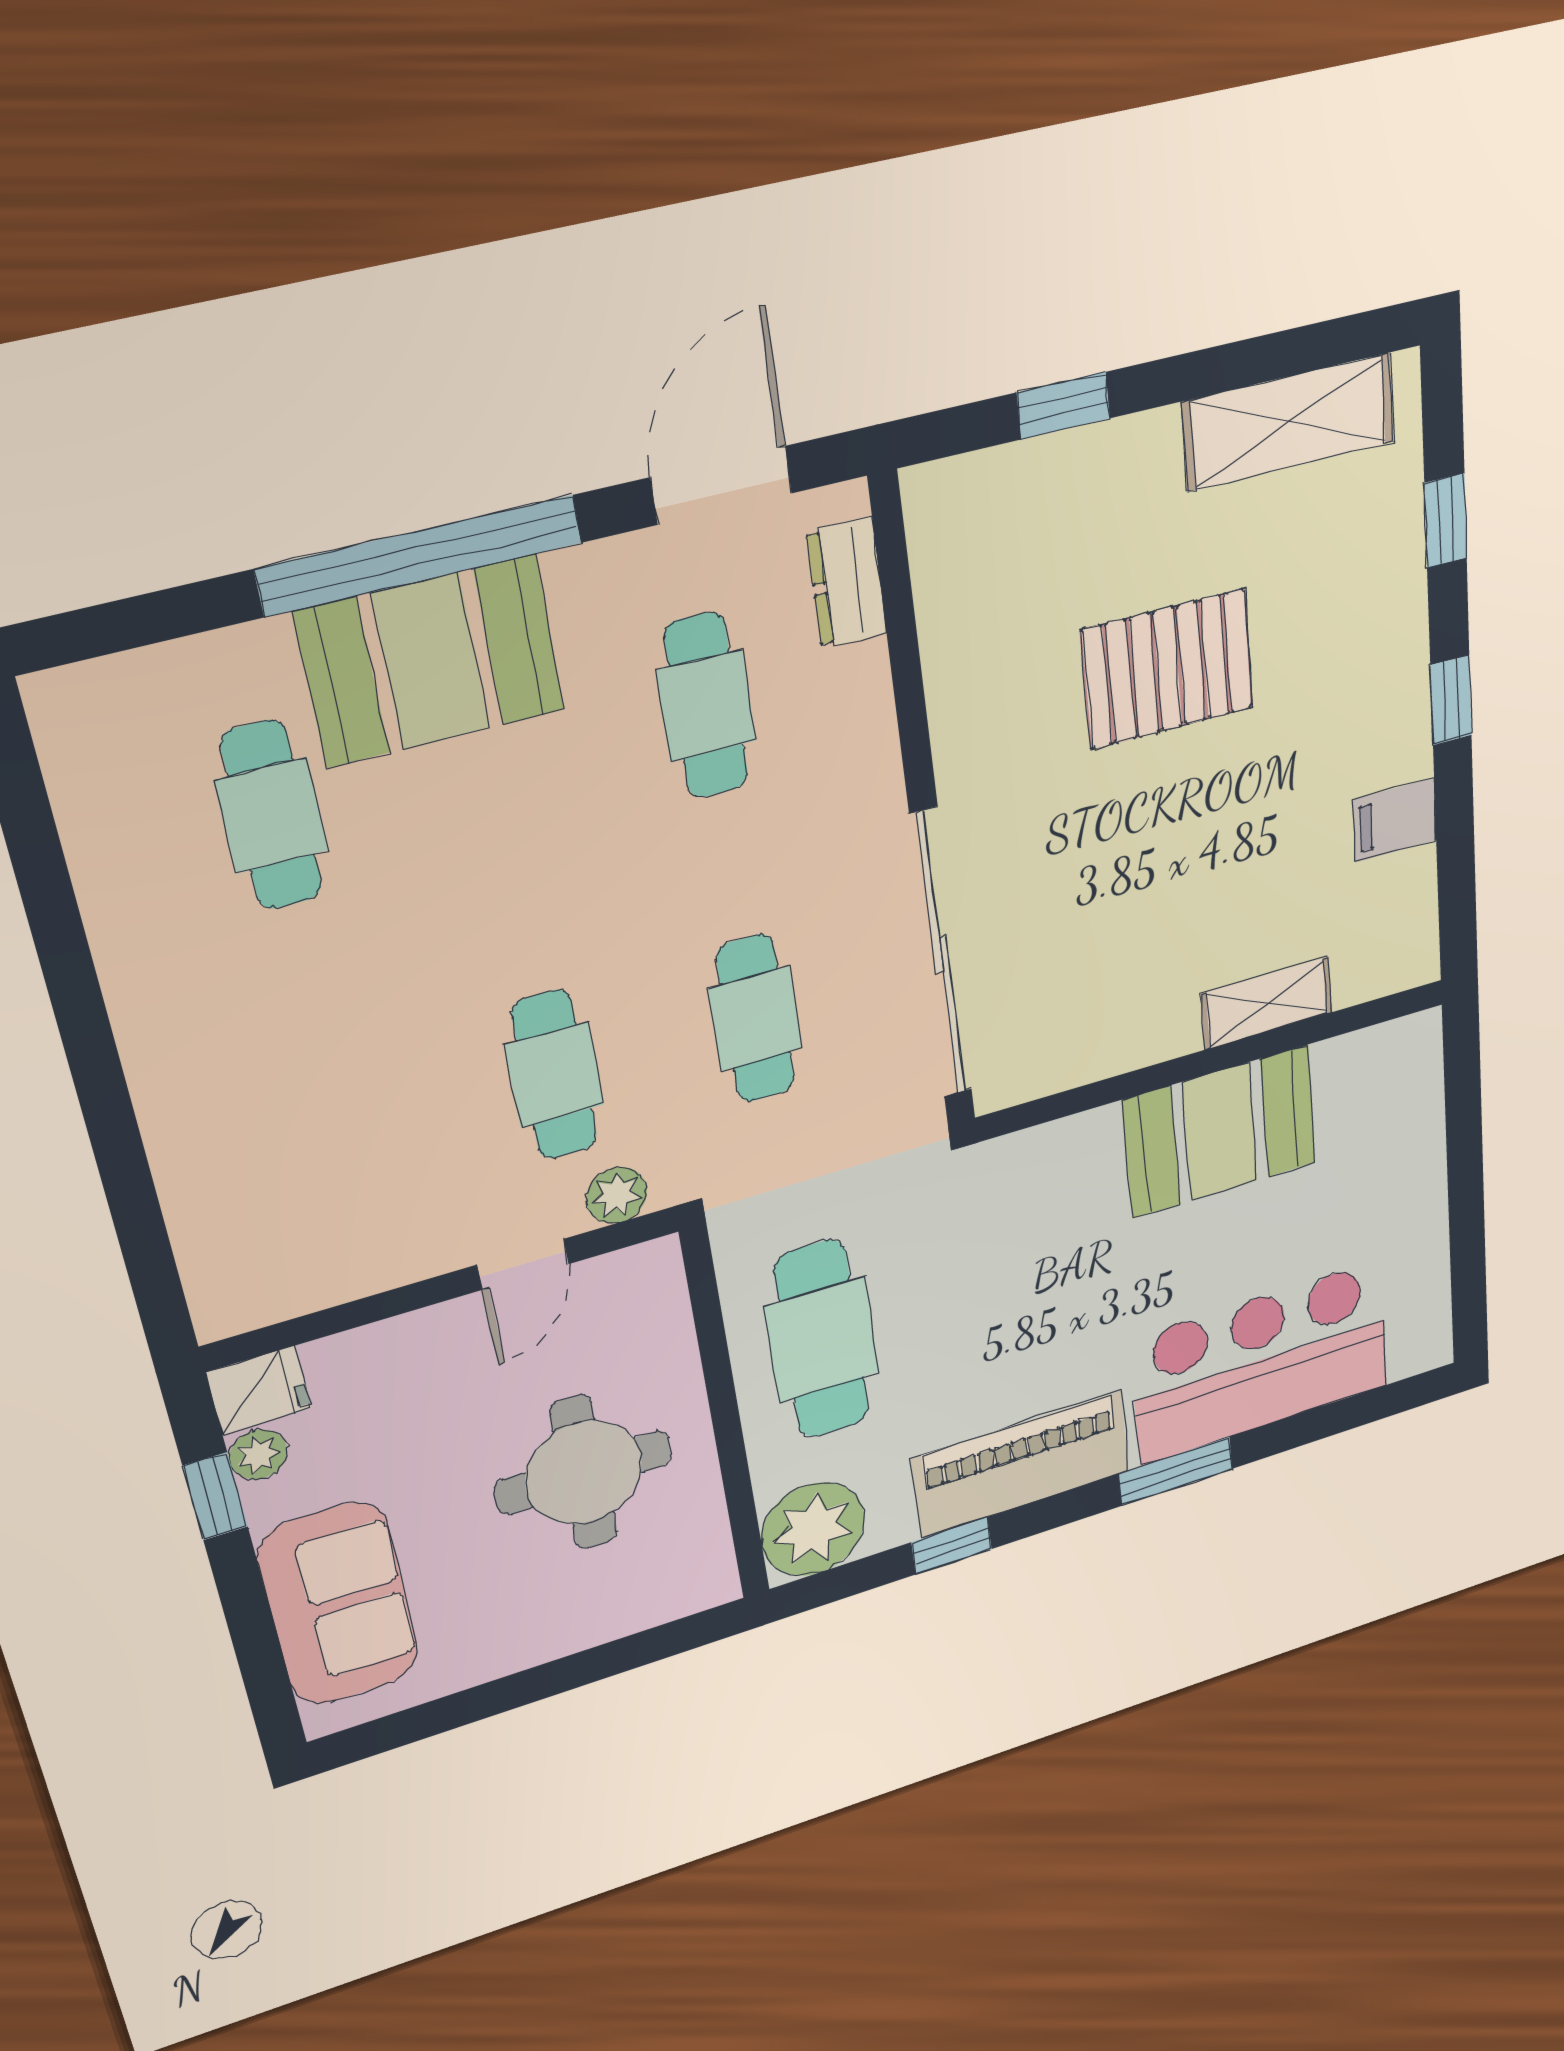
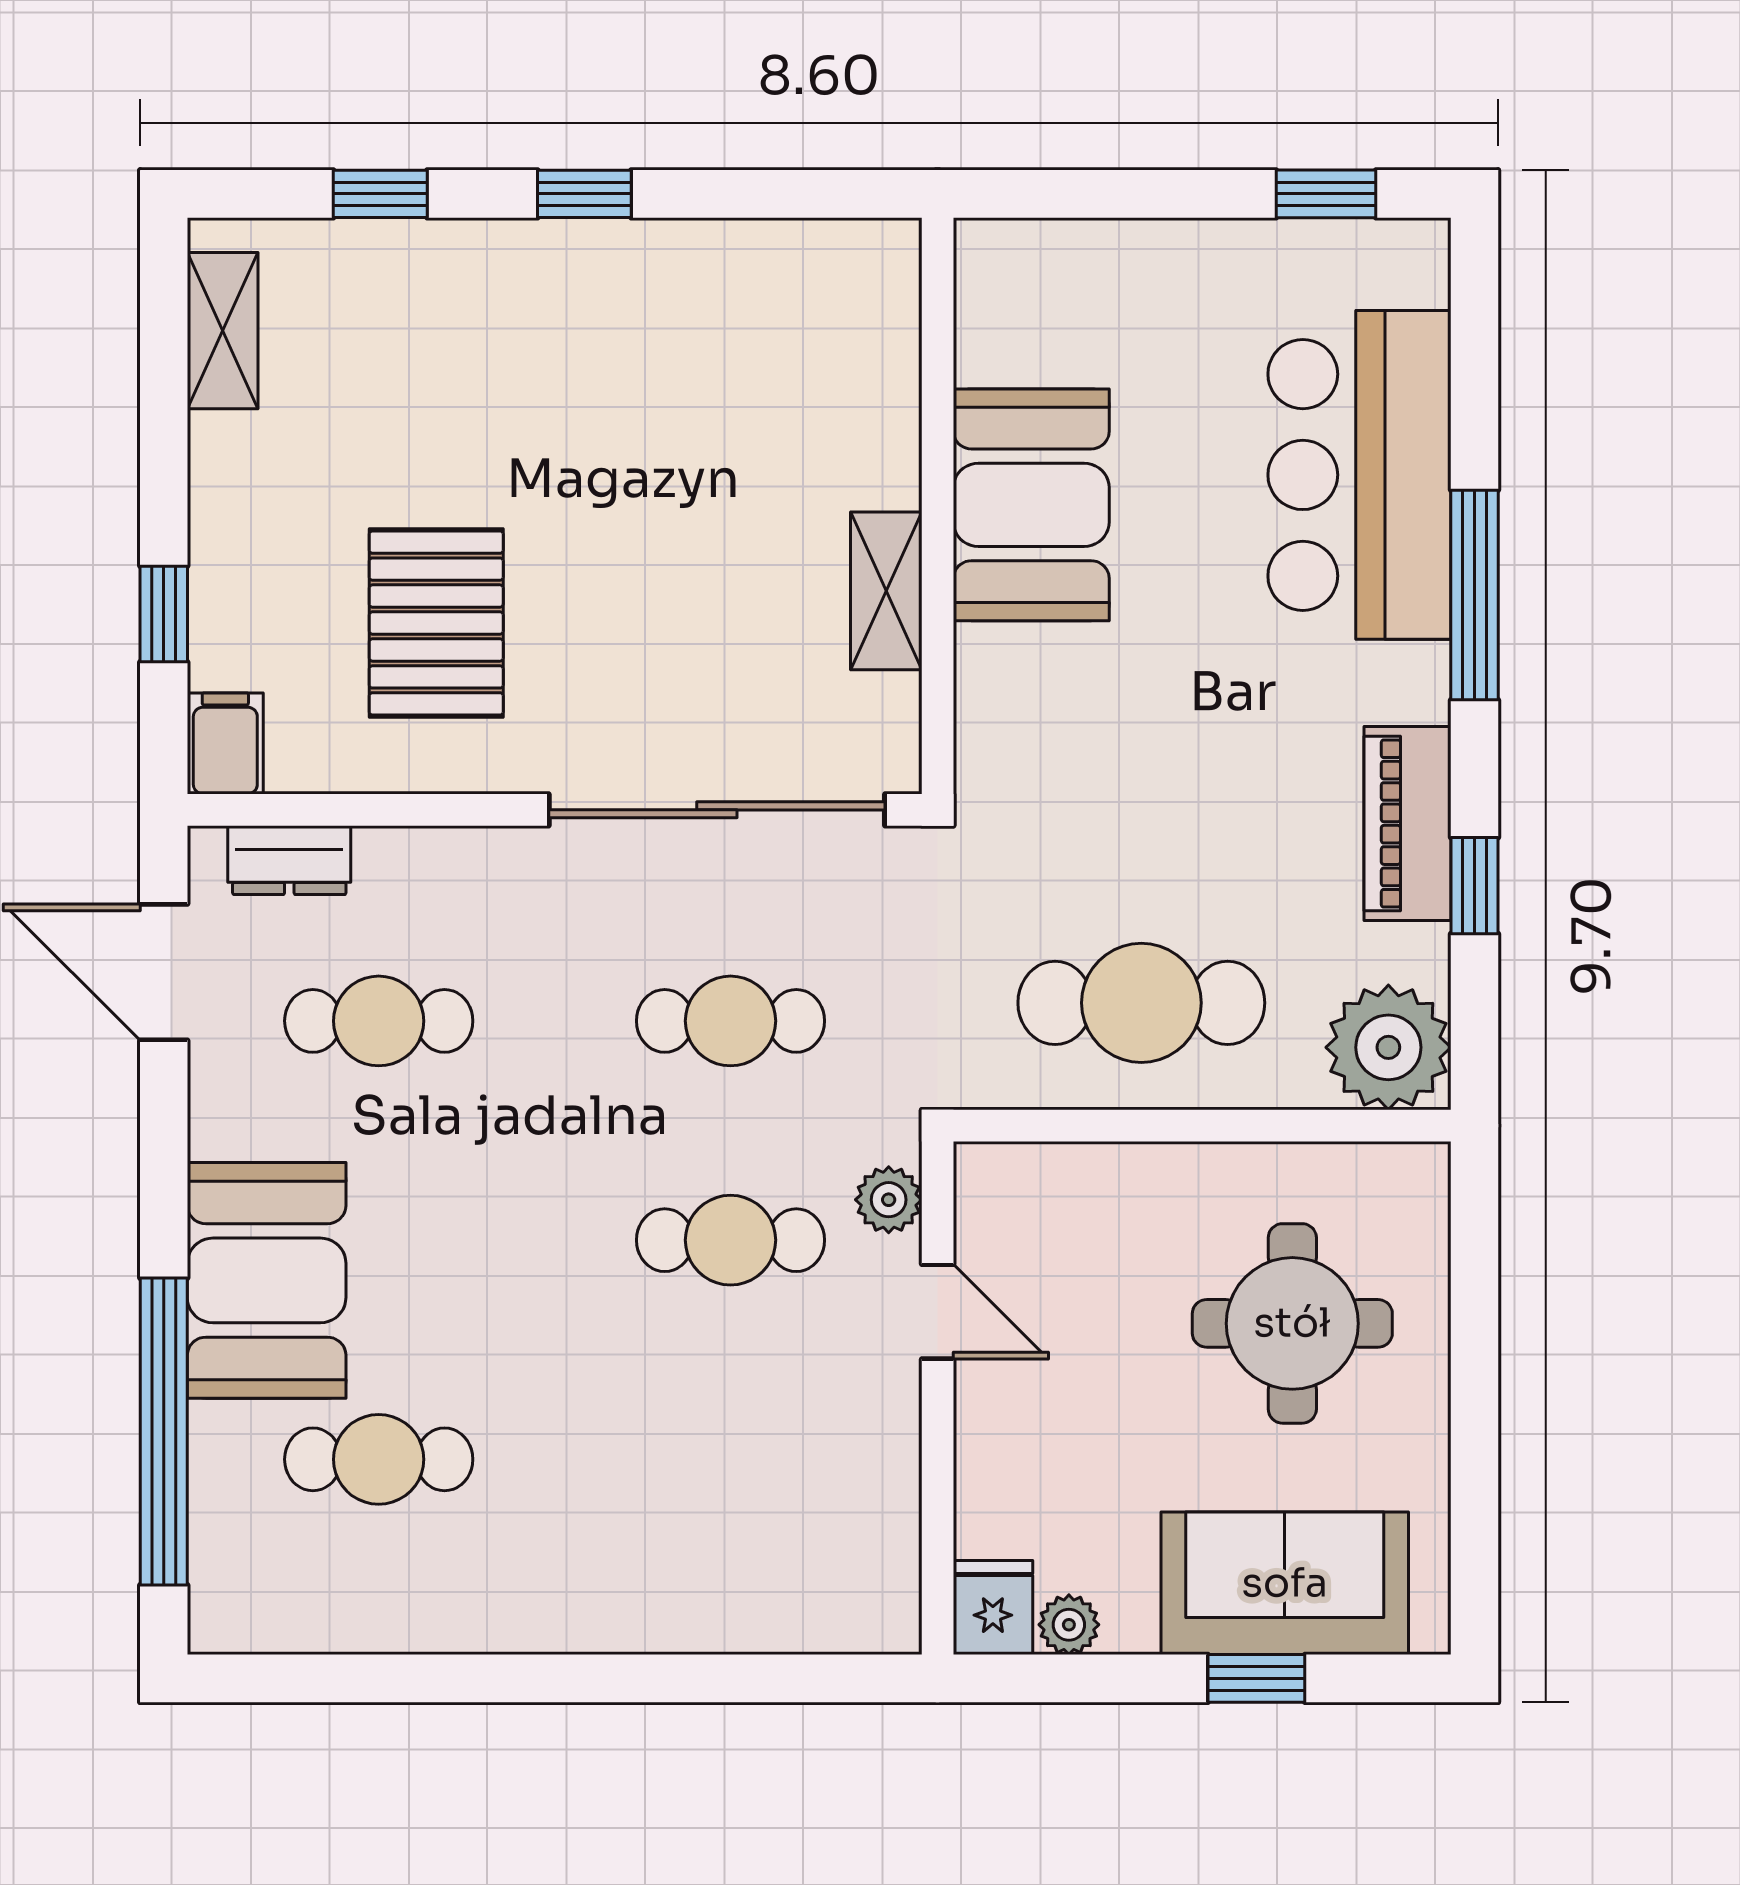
shelving: (1289, 422) -> (223, 331), width x0.67, depth x0.75
window: (420, 556) -> (164, 1432), moved
pallet: (1168, 669) -> (436, 623), moved
filing cabinet: (1395, 820) -> (225, 743), moved, turned 180
shelving: (1267, 1003) -> (886, 591), moved
window: (1468, 1272) -> (1326, 194), added
piano: (1021, 1465) -> (1407, 824), width x0.73, depth x0.75
window: (1176, 1471) -> (1475, 595), width x1.44
round table: (584, 1472) -> (1292, 1323), moved
window: (215, 1496) -> (1256, 1678), moved

